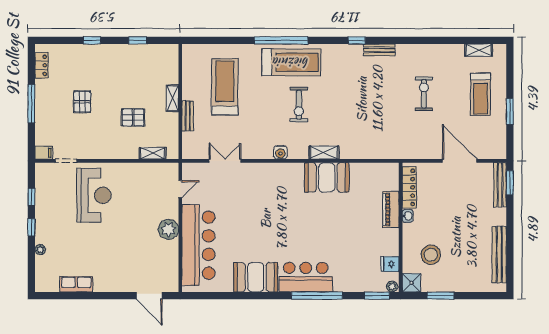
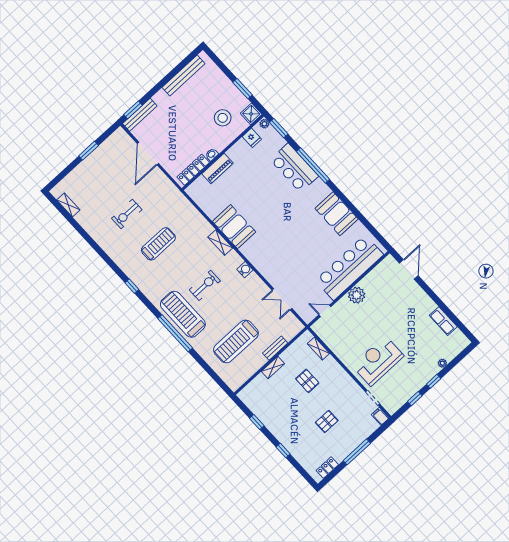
bench: (379, 50) -> (125, 267), removed
treadmill: (481, 94) -> (158, 244), moved
bar counter: (306, 277) -> (294, 168), moved

